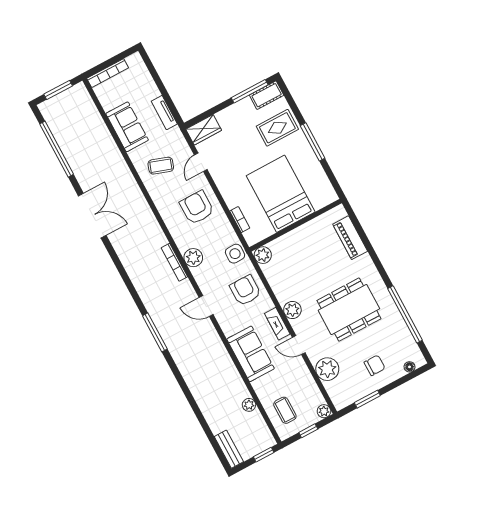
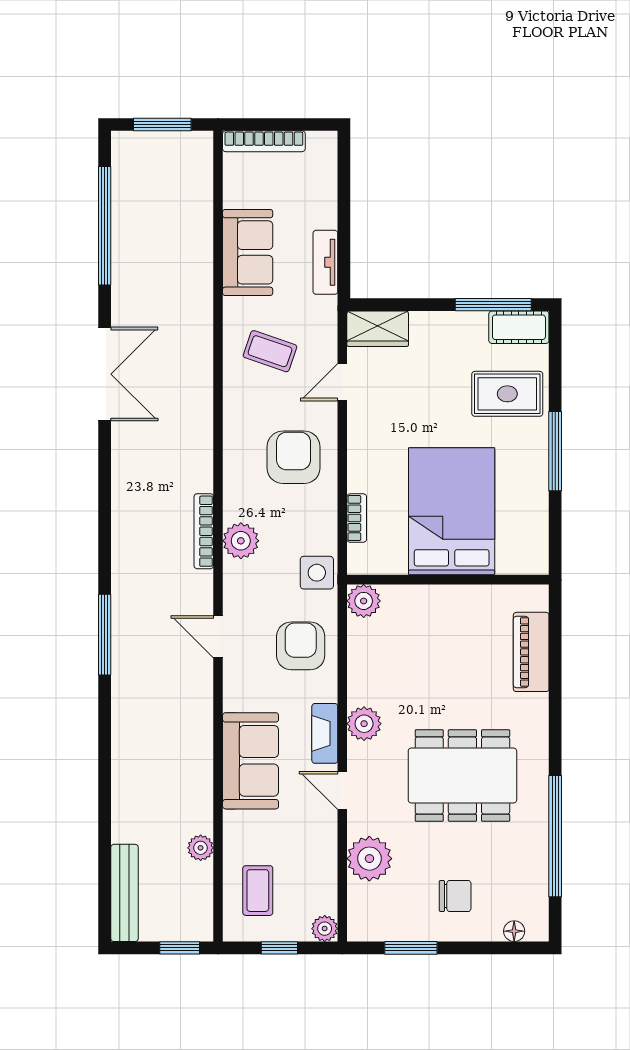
bench: (229, 449) -> (124, 893), width x1.36

